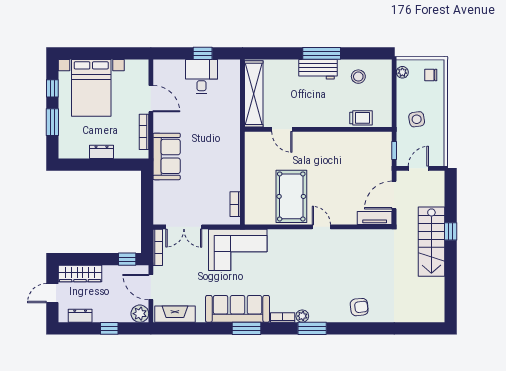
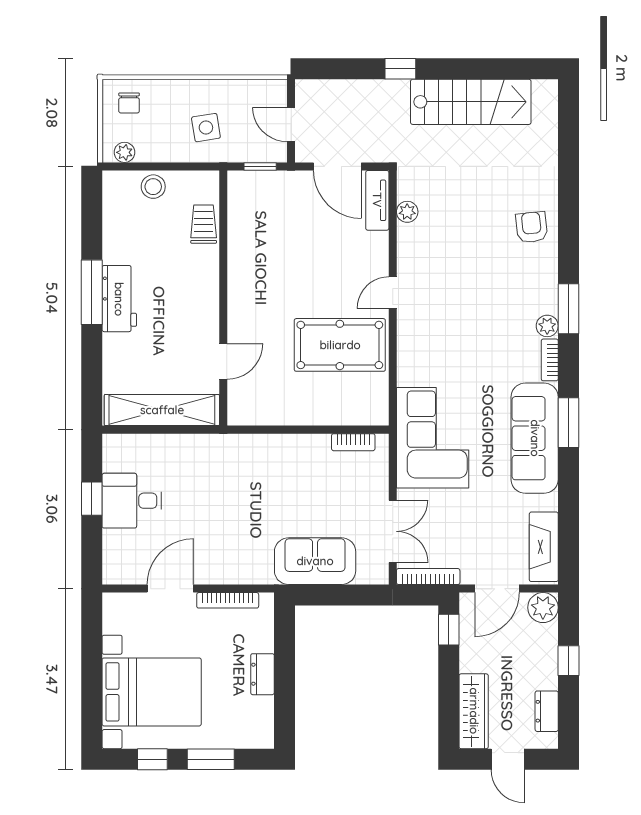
stool: (358, 77) -> (153, 187), moved
sofa: (167, 156) -> (315, 561), moved
plant: (368, 235) -> (407, 212), added
stairs: (431, 242) -> (471, 102), moved

